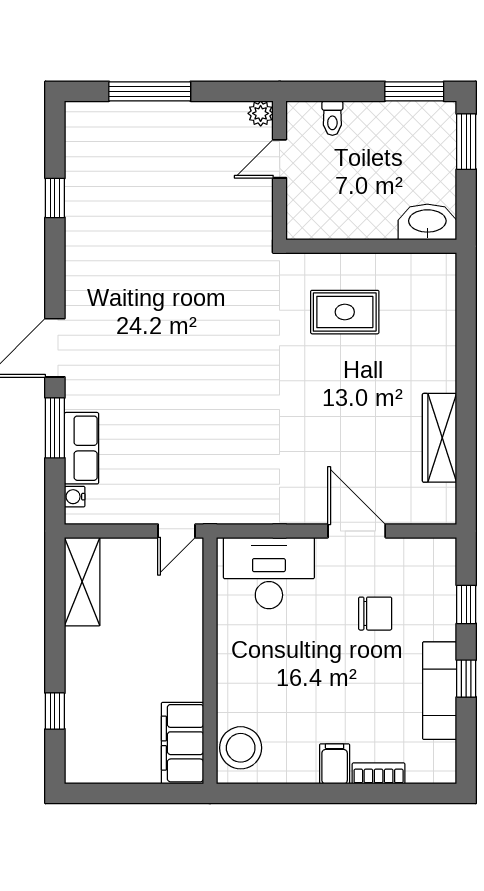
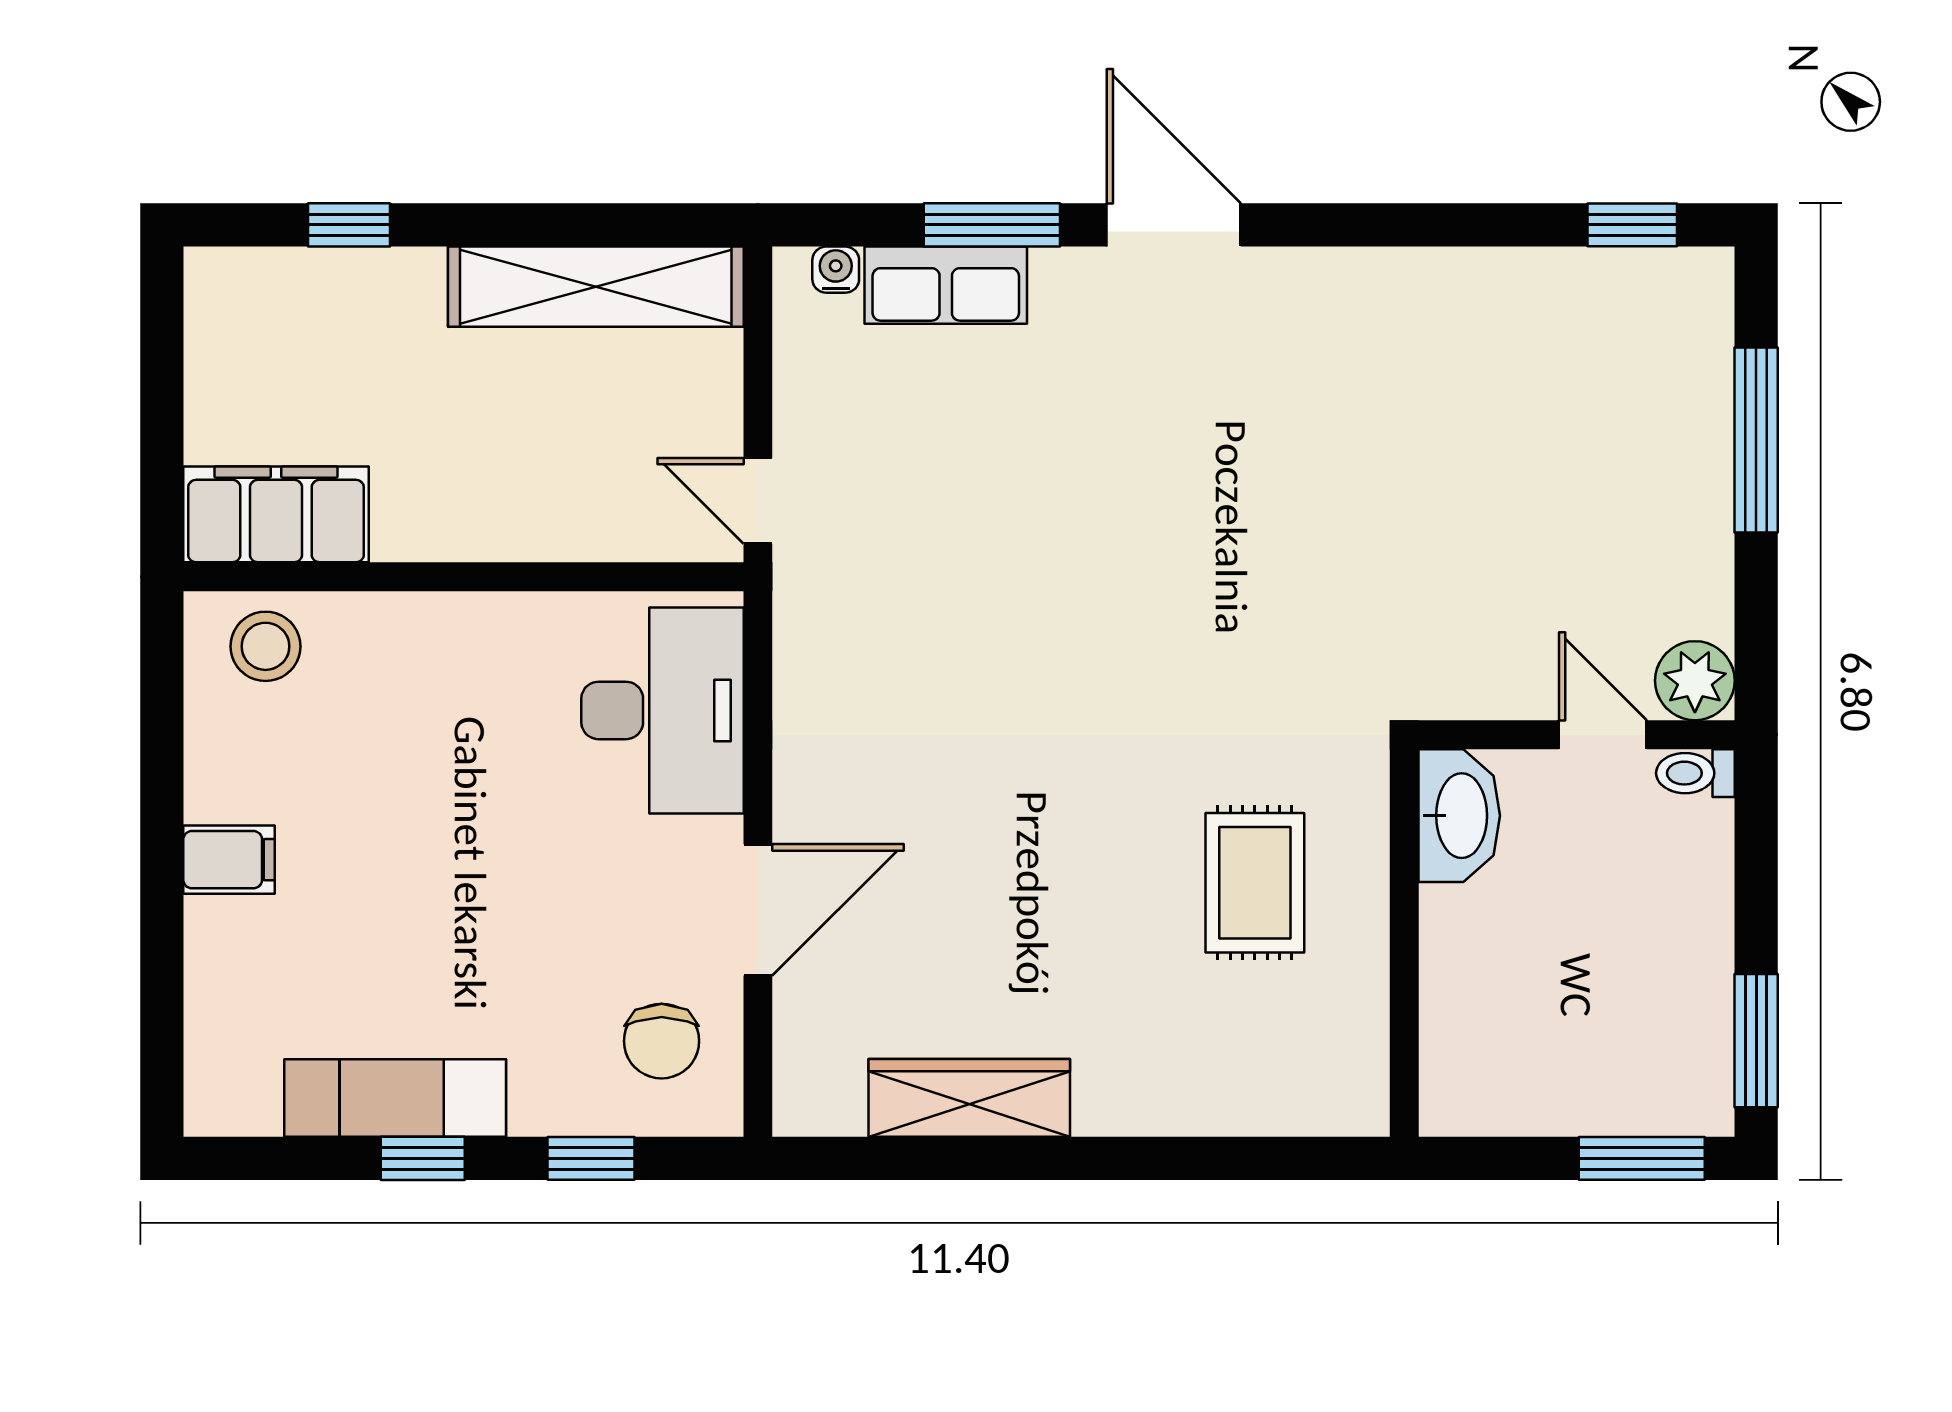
plant: (261, 113) -> (1695, 681), width x1.38, depth x1.38
toilet: (332, 118) -> (1695, 773), moved
window: (55, 198) -> (1632, 225), moved
washbasin: (427, 222) -> (1459, 816), moved
shelving: (82, 582) -> (596, 287), width x1.47
chair: (375, 614) -> (662, 1041), moved
stool: (241, 748) -> (265, 646), width x0.73, depth x0.73
bookcase: (379, 773) -> (207, 959), removed

